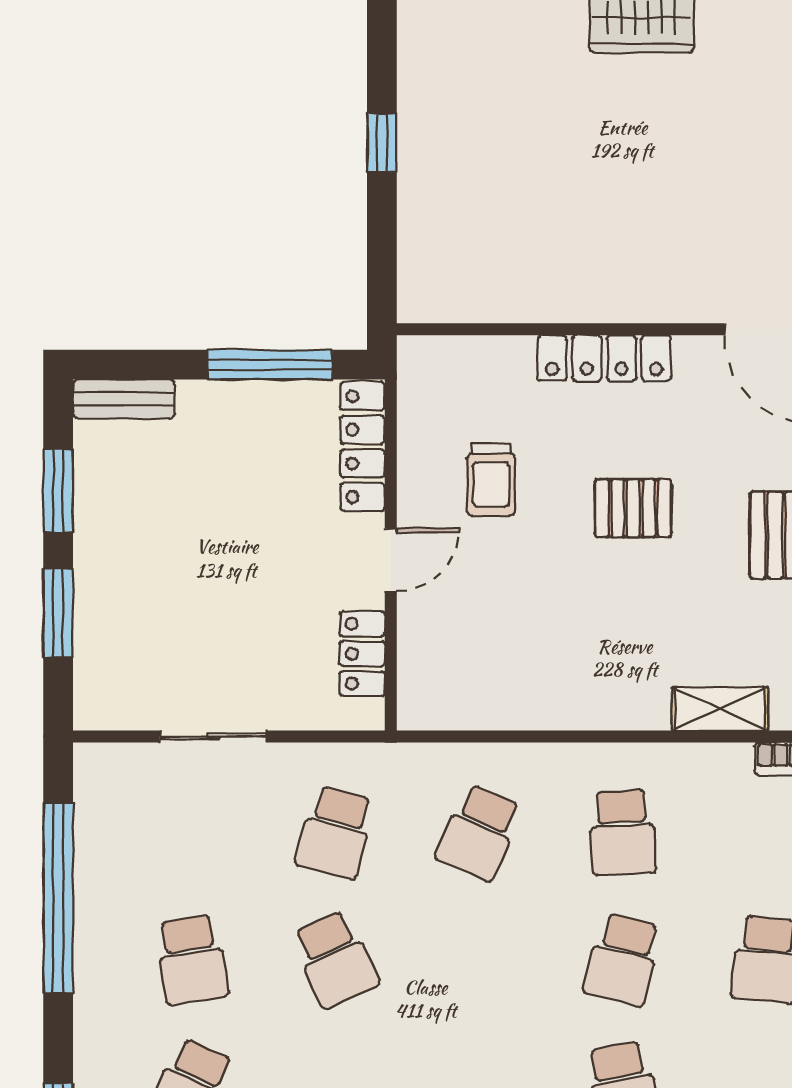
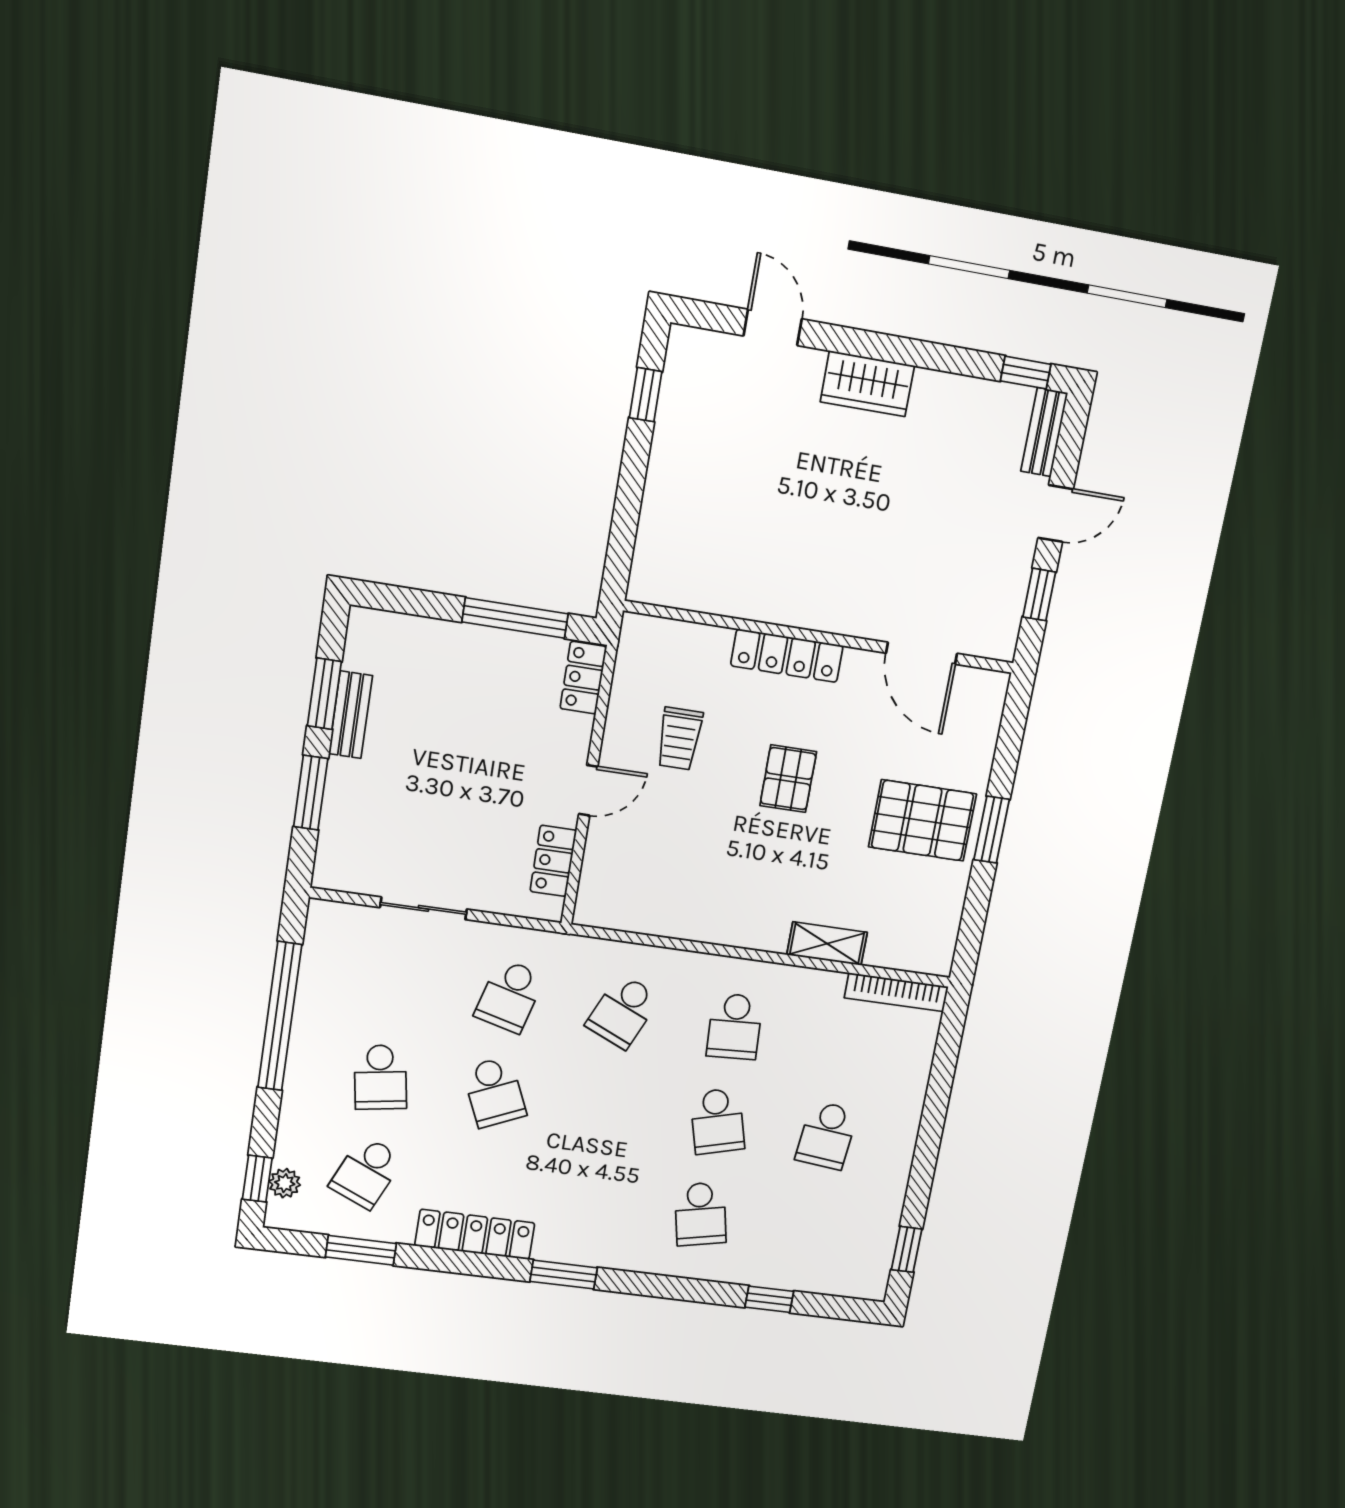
window: (382, 143) -> (646, 395), moved
bench: (124, 399) -> (351, 715), moved, turned 90
locker: (363, 447) -> (583, 678), width x0.66
pallet: (633, 508) -> (788, 779), turned 90
school desk: (623, 960) -> (717, 1121), turned -30

